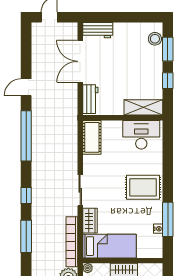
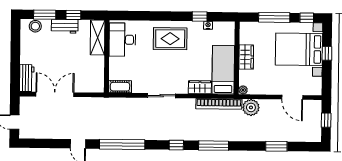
double door: (80, 61) -> (55, 94), swing flipped
workbench: (90, 99) -> (65, 26), moved, turned 180
cot: (92, 137) -> (120, 87), width x0.73, depth x0.75
rug: (143, 187) -> (170, 39), turned 90
sliding door: (80, 190) -> (162, 96), moved
window: (168, 219) -> (200, 16), width x0.46

